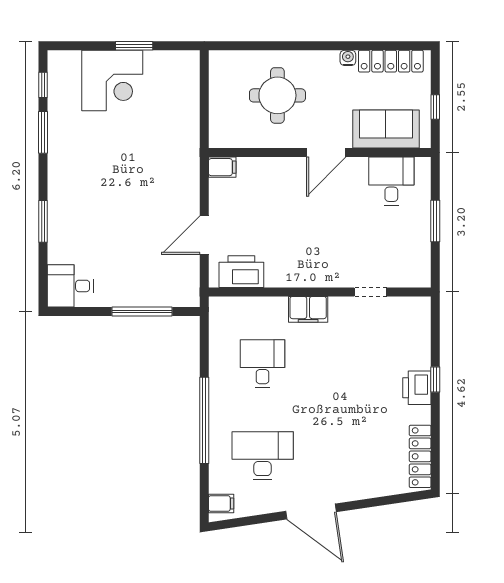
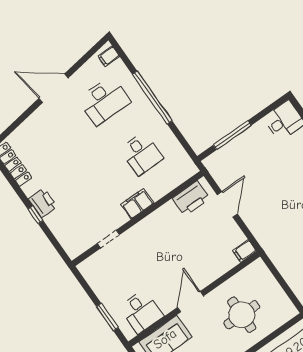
window: (435, 221) -> (107, 317), moved

